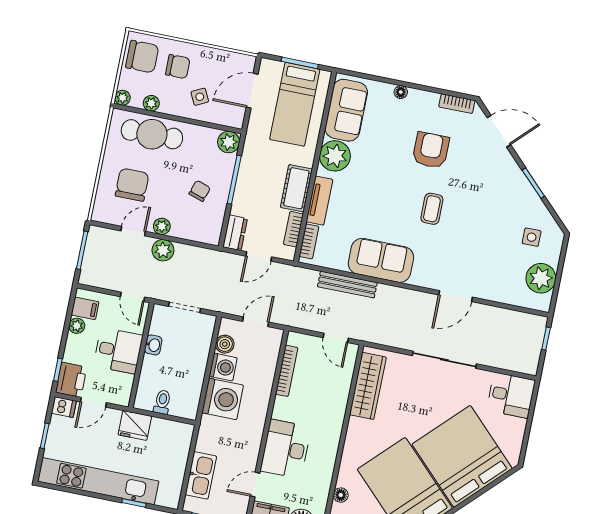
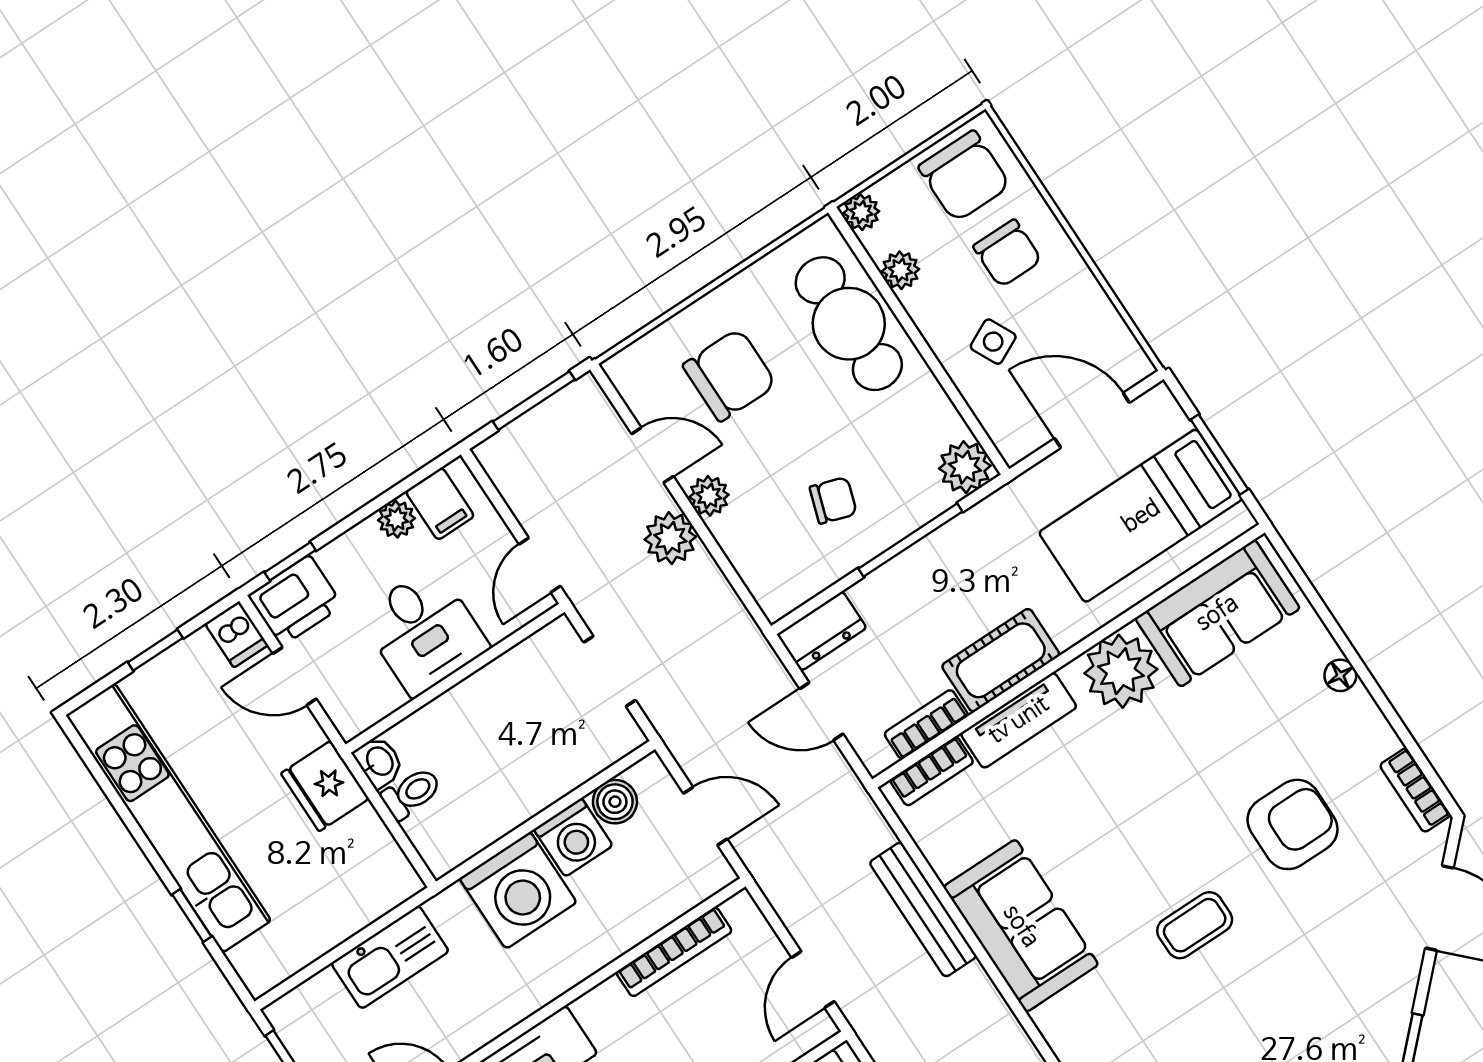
washbasin: (153, 345) -> (379, 762), moved, turned -90
kitchen sink: (201, 475) -> (390, 957), moved

